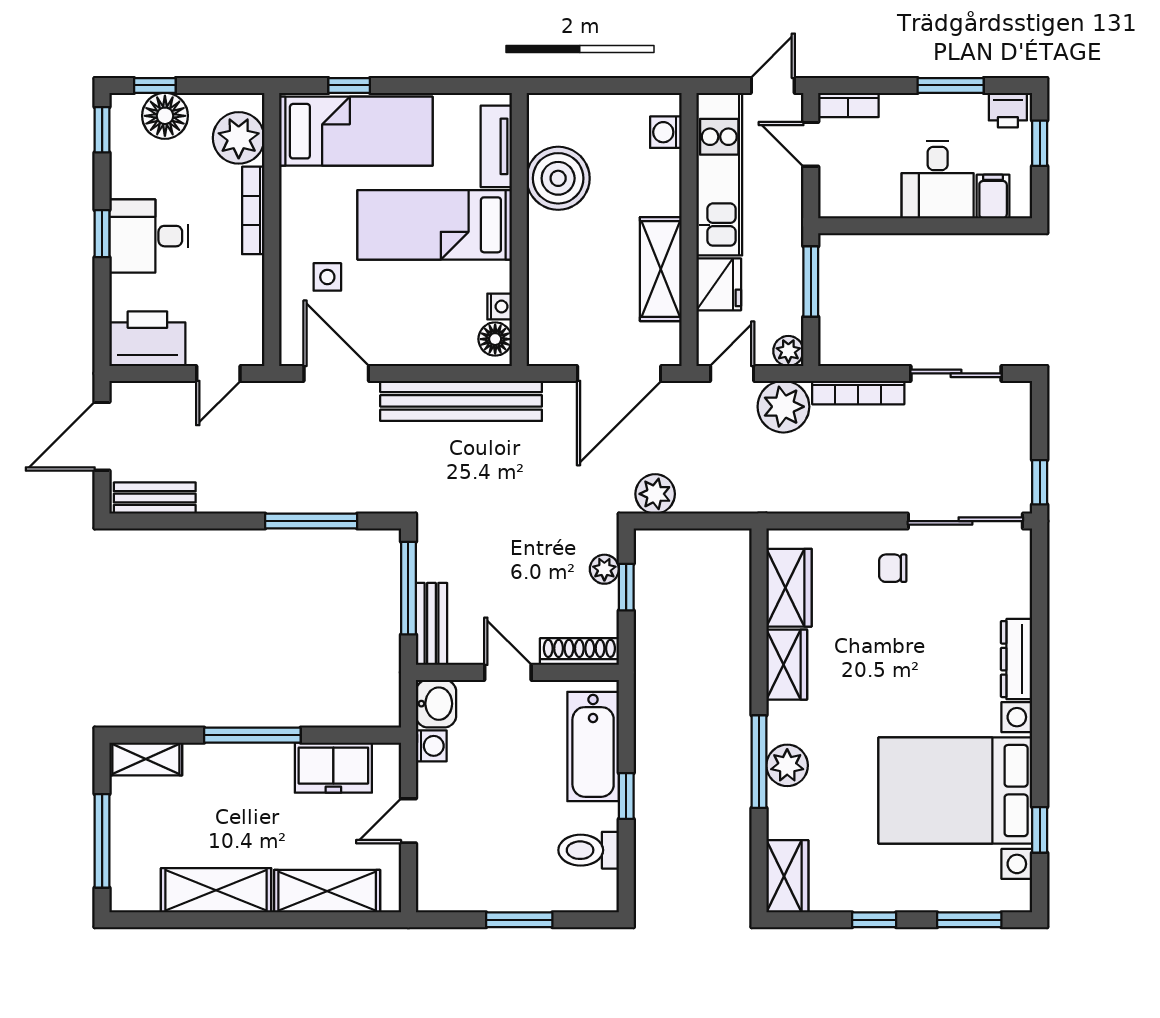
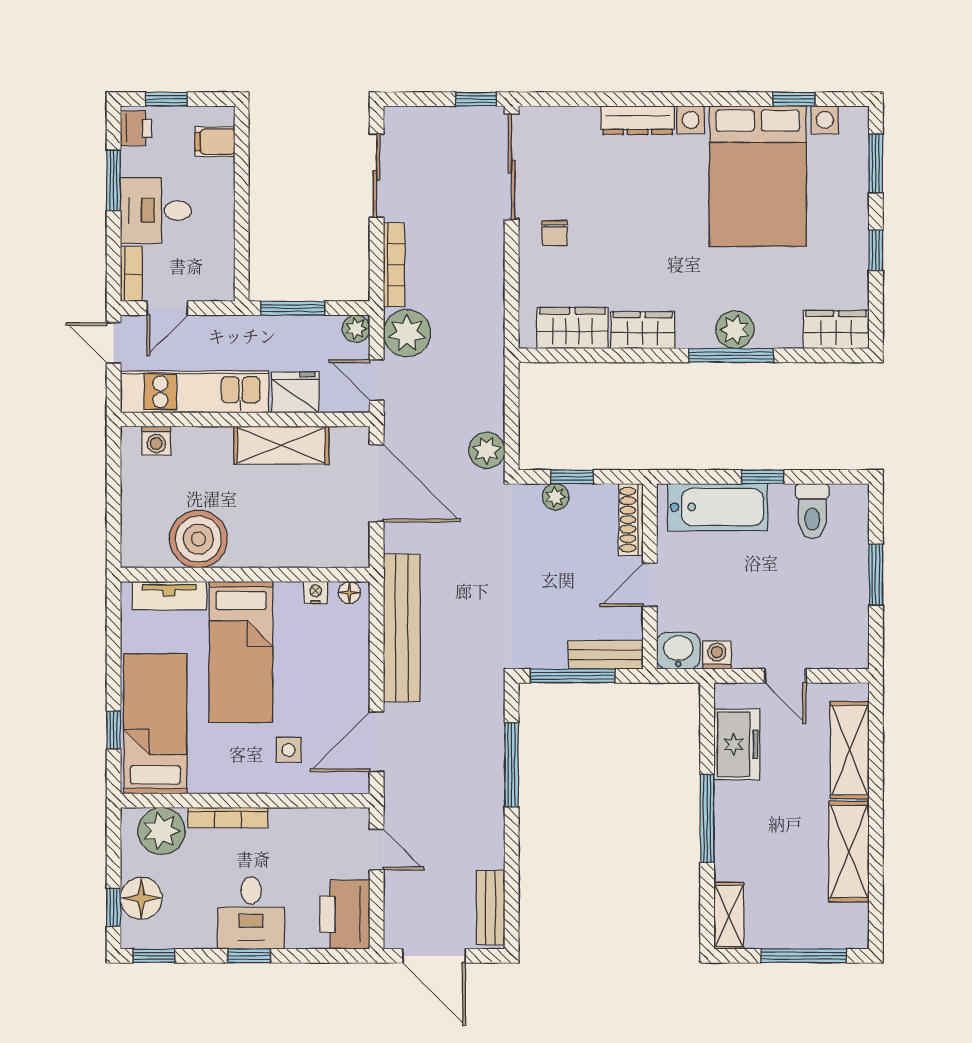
desk: (938, 179) -> (156, 210), moved, turned 180
floor lamp: (495, 339) -> (349, 592), width x0.73, depth x0.73

